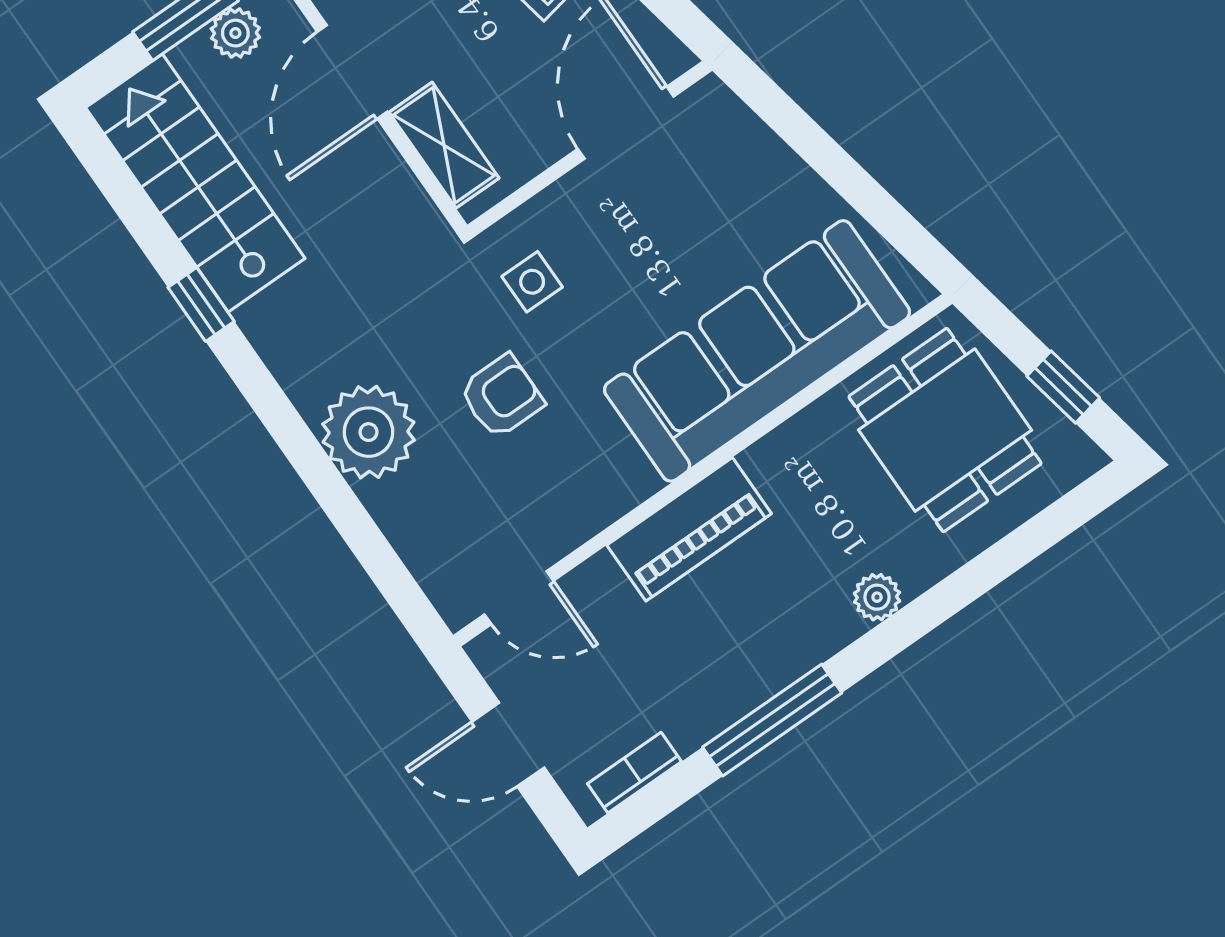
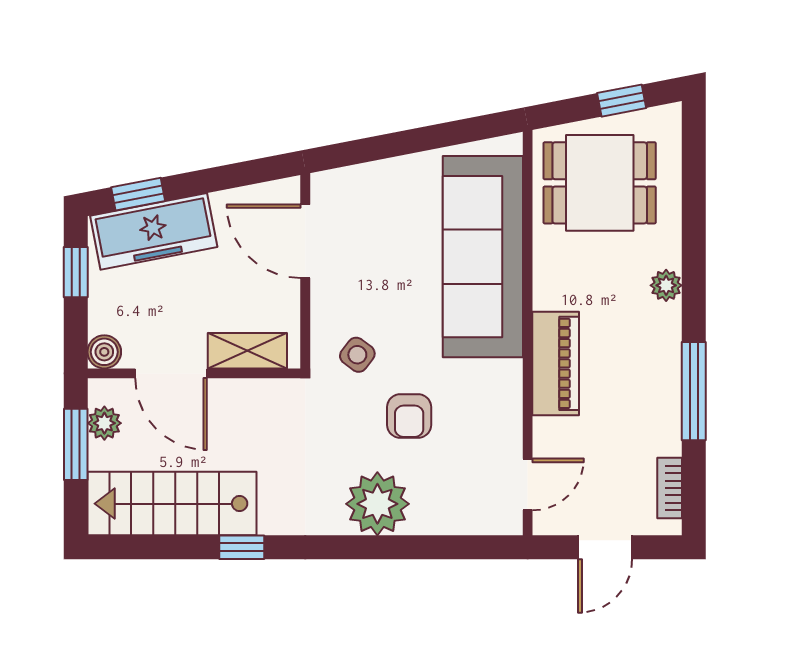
side table: (532, 282) -> (357, 355), turned 37
armchair: (502, 396) -> (409, 416), turned 180

